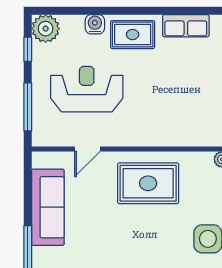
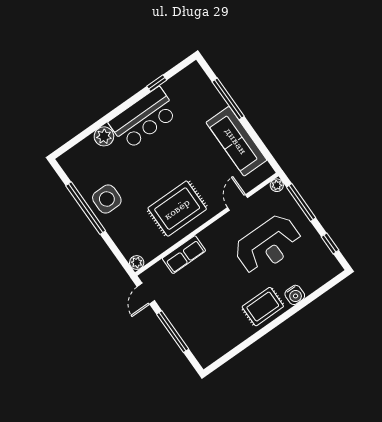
row of seats: (186, 26) -> (184, 255), moved, turned 180
plant: (46, 29) -> (277, 185), moved, width x0.53, depth x0.53

